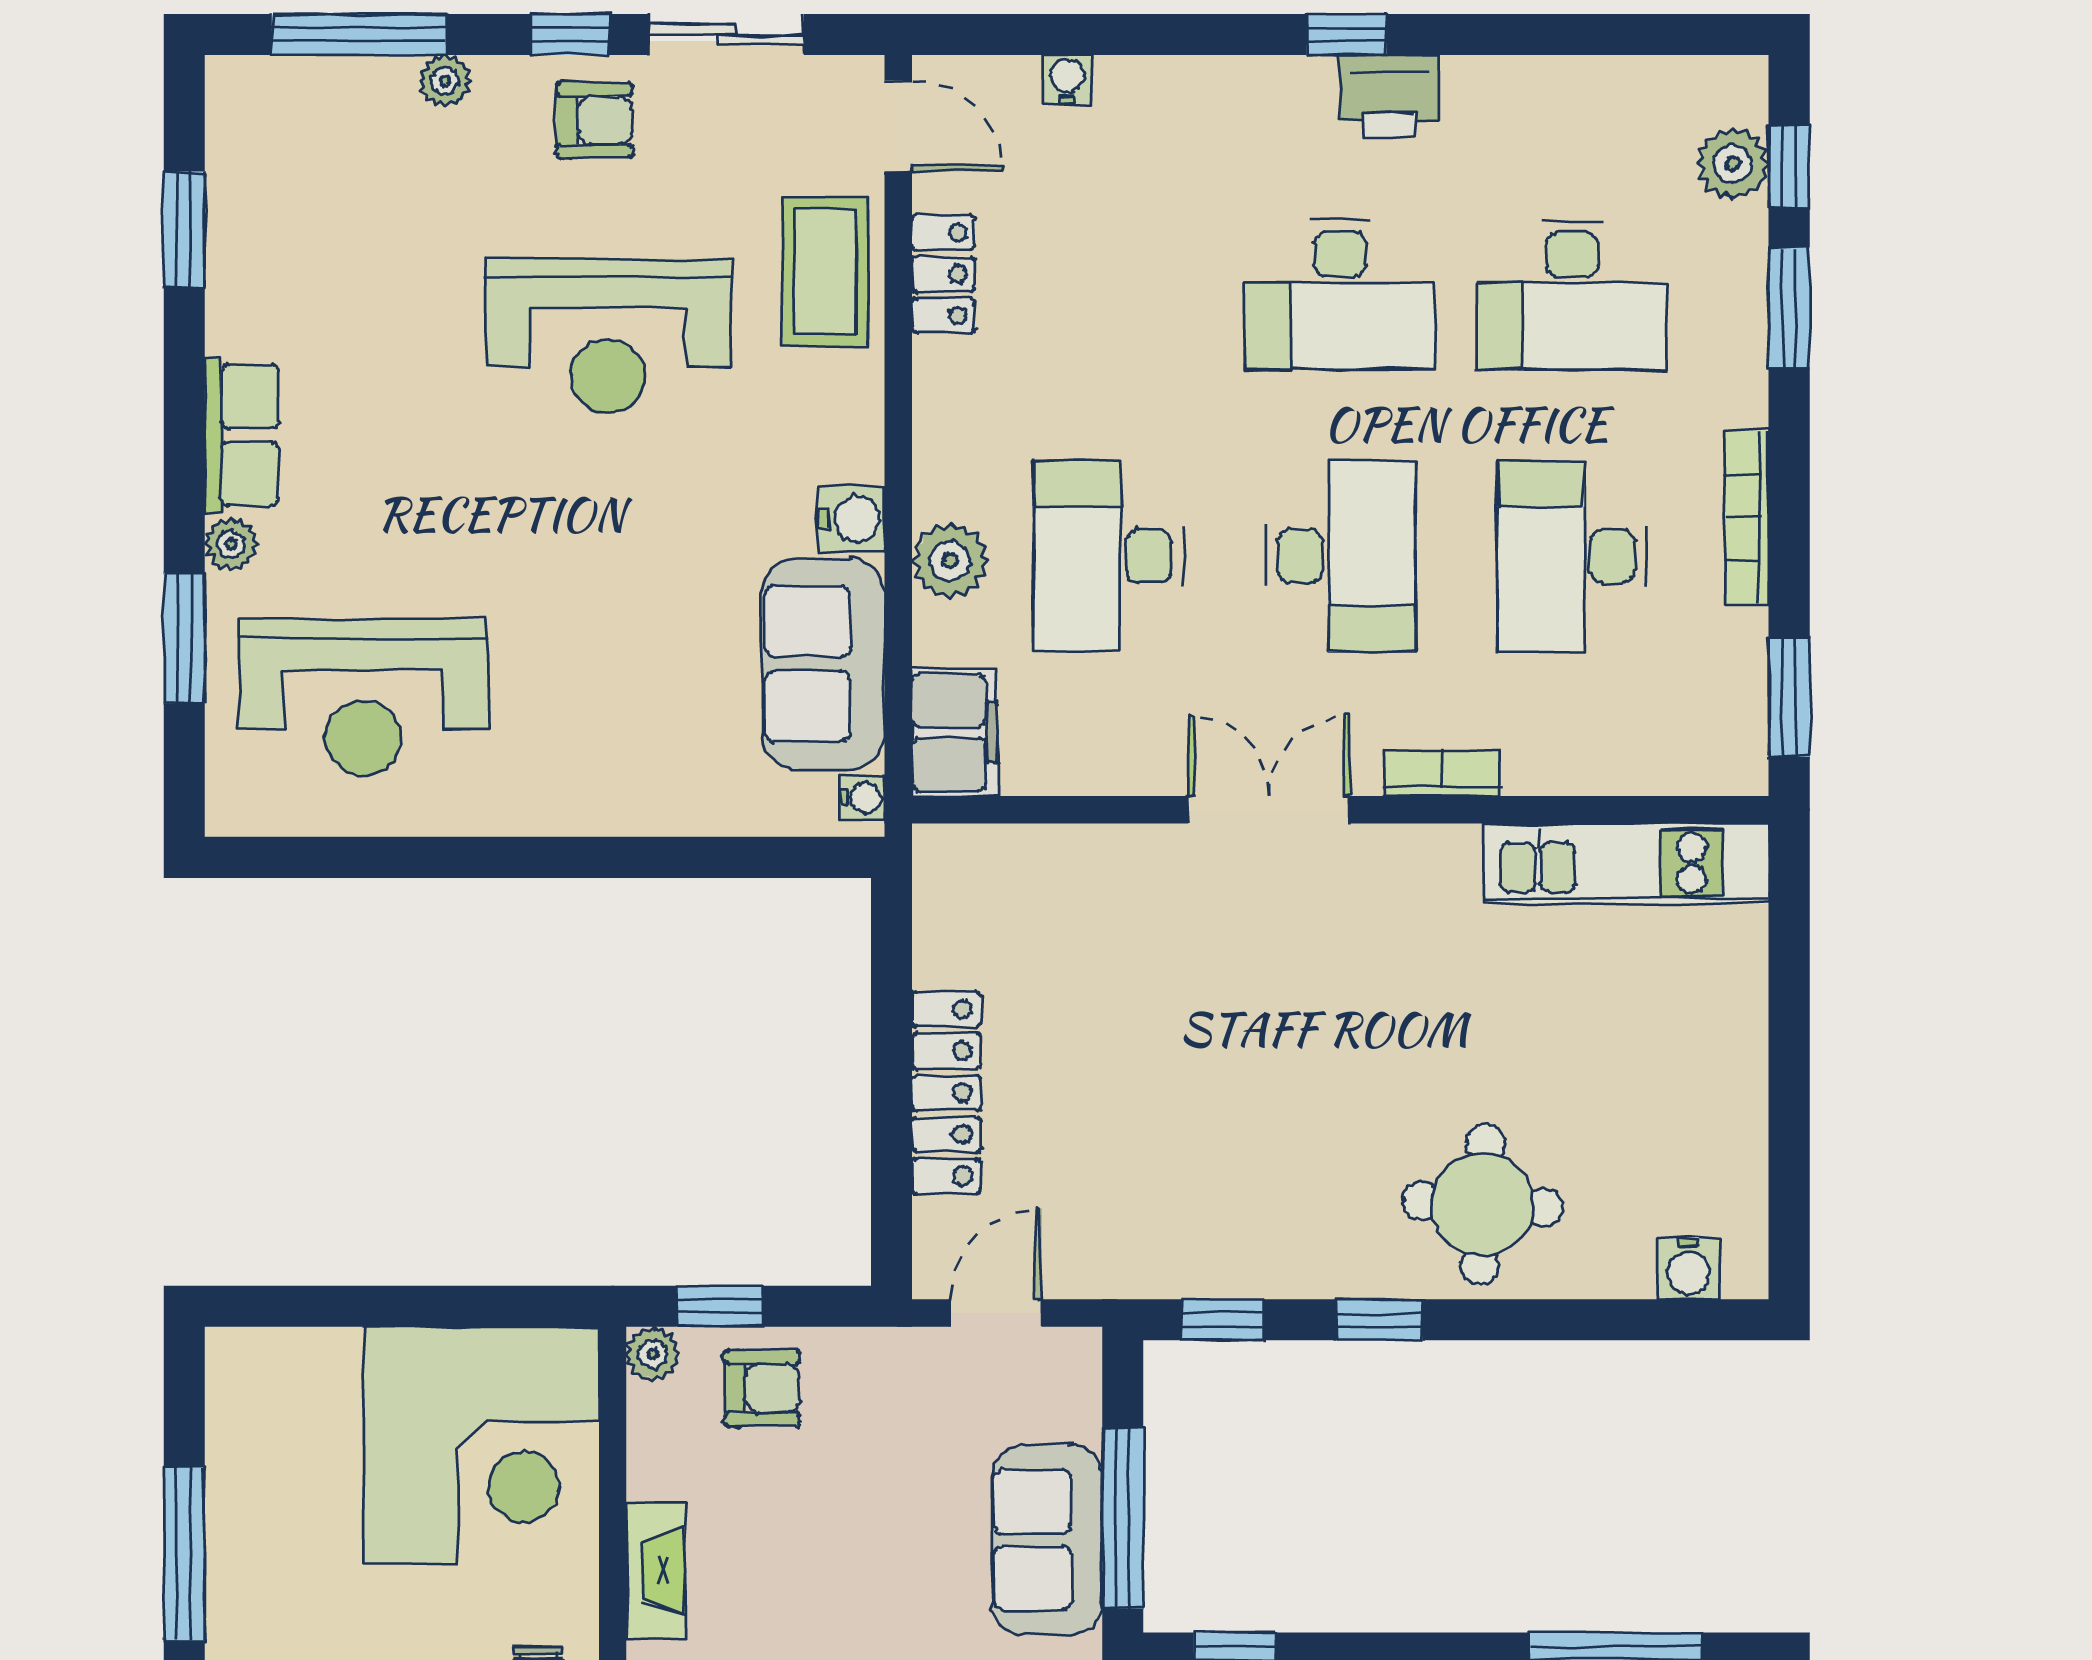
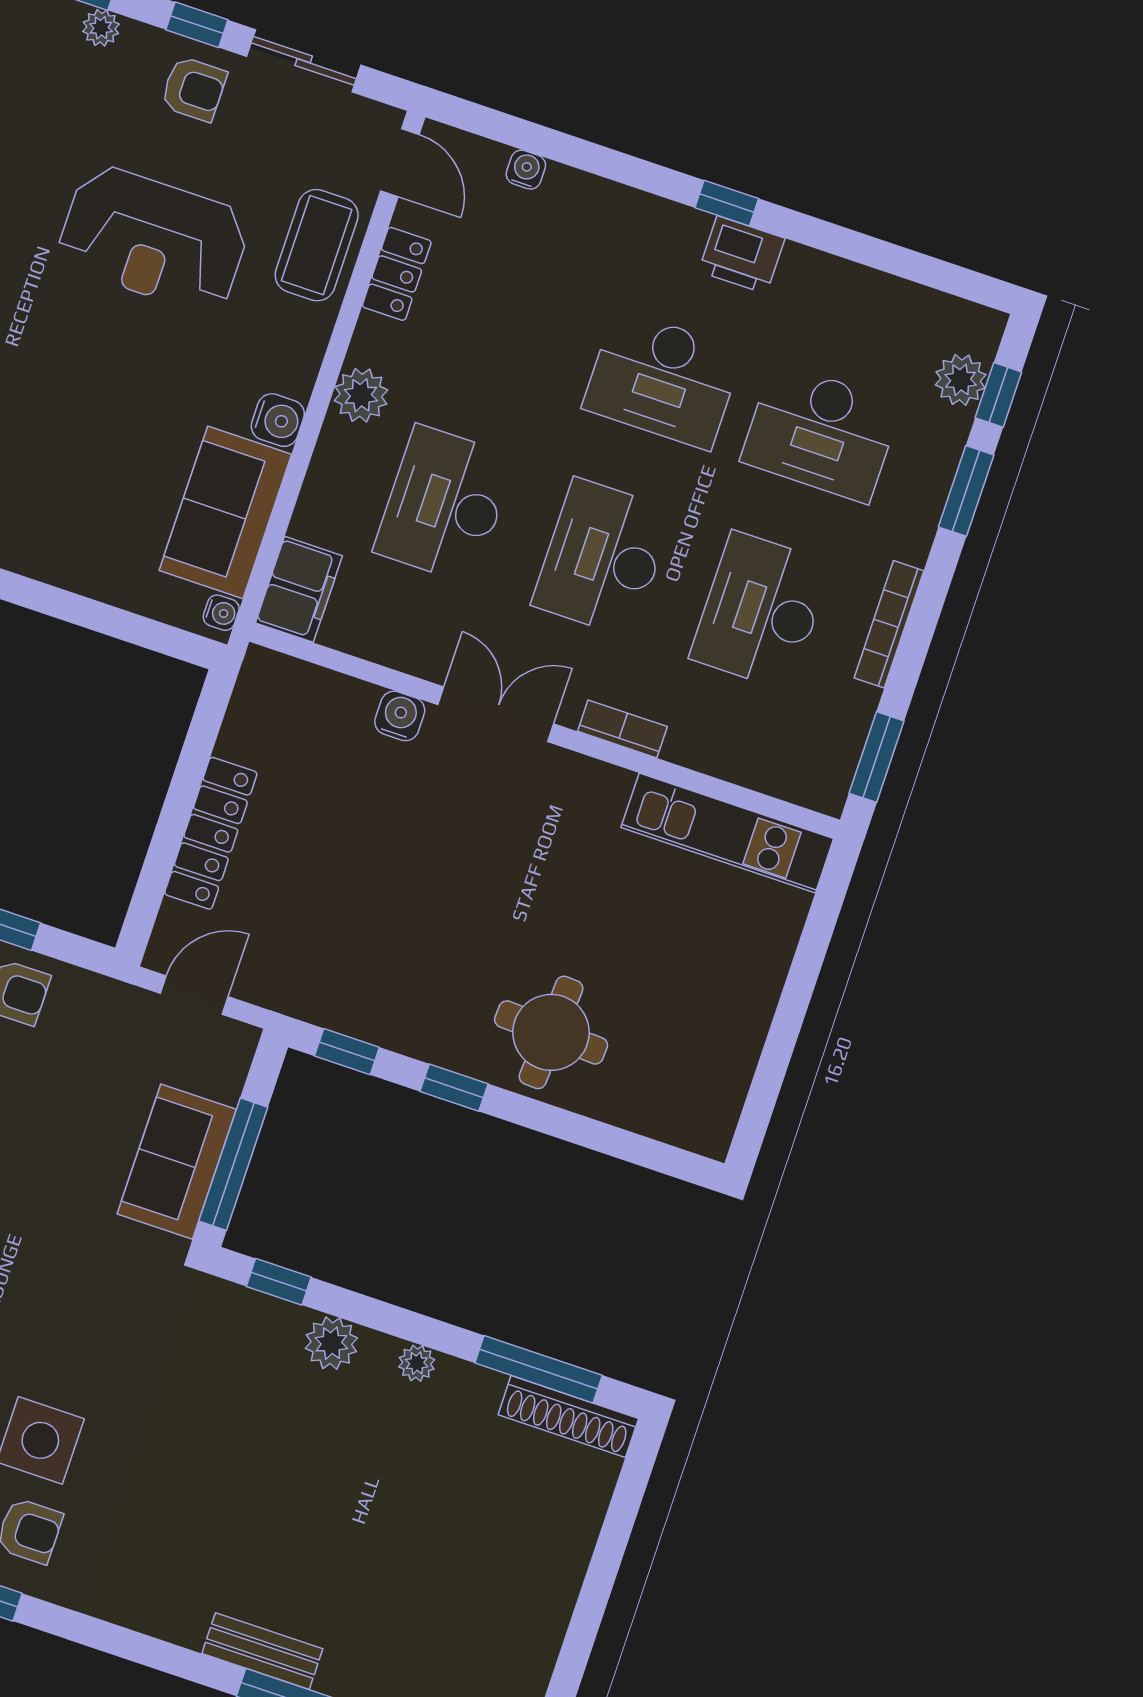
desk: (1340, 556) -> (603, 558), turned 180
plant: (950, 561) -> (361, 395), moved
water cooler: (1689, 1268) -> (400, 716), moved, turned 180

